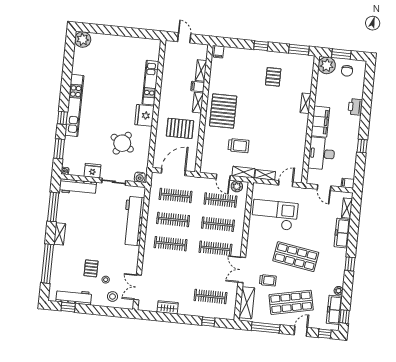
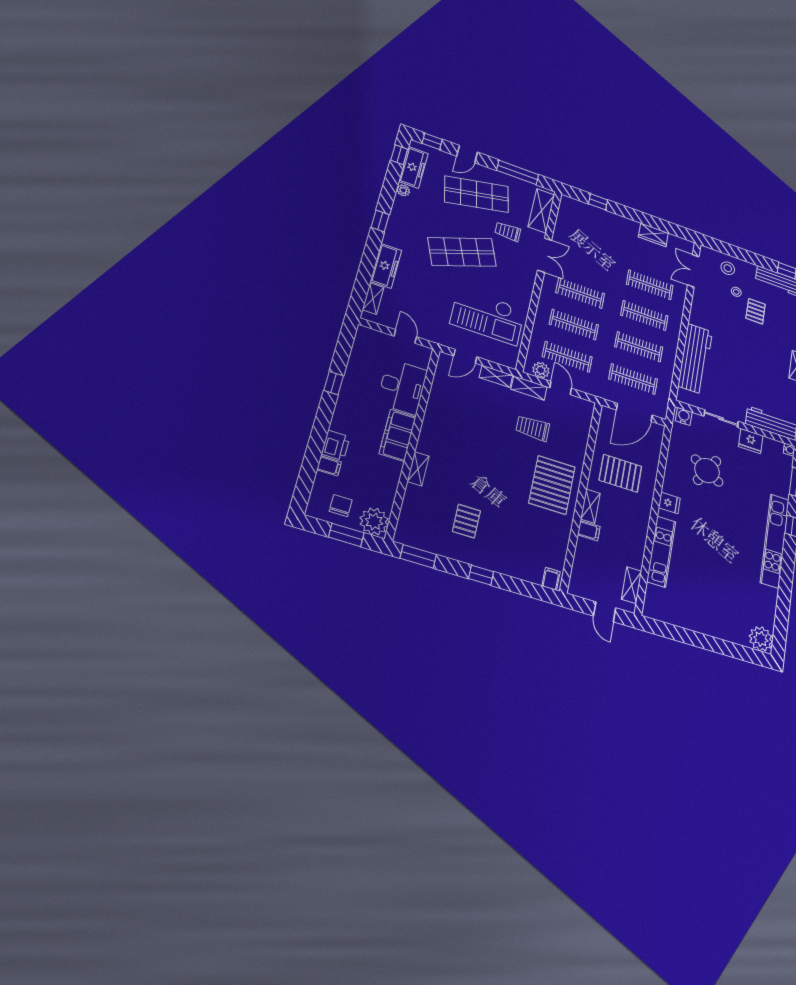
shelving: (201, 70) -> (632, 585), moved
fridge: (144, 115) -> (669, 503), width x0.53, depth x0.75
filing cabinet: (348, 183) -> (329, 466), moved
shop shelf: (296, 257) -> (462, 252), turned -30
double door: (138, 287) -> (693, 271), swing flipped
clothes rail: (210, 297) -> (650, 285), moved

